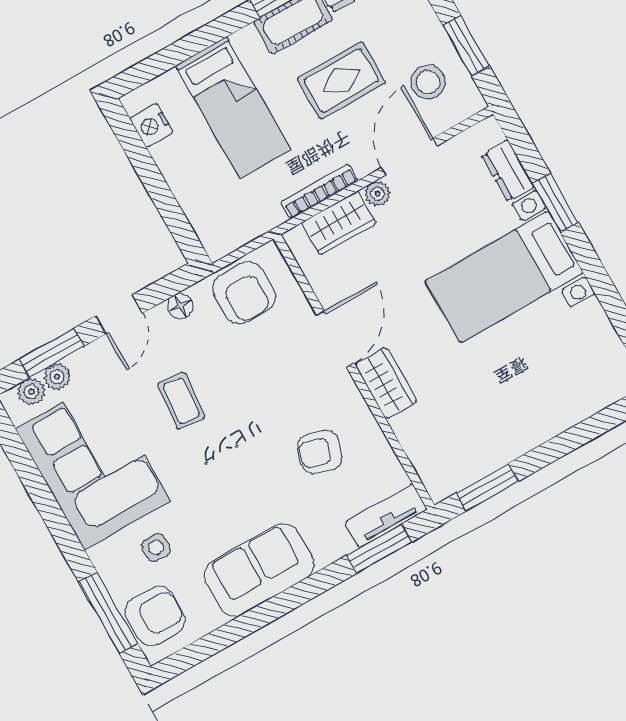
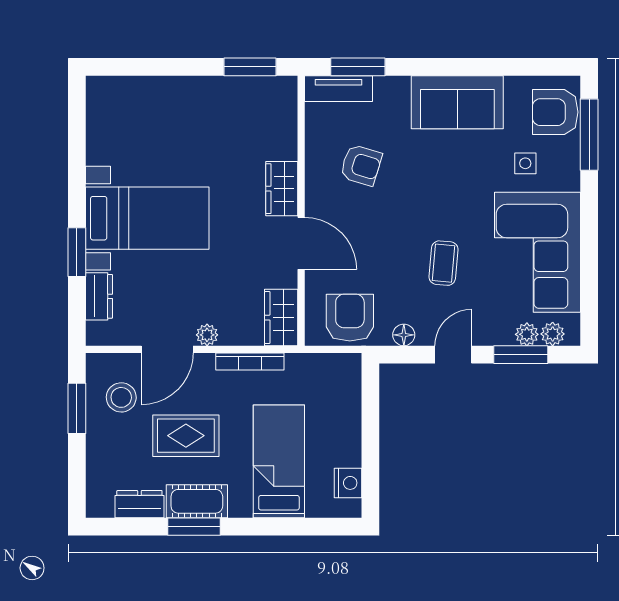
wardrobe: (339, 223) -> (281, 318), moved, turned -90
door: (335, 339) -> (301, 243), swing flipped

